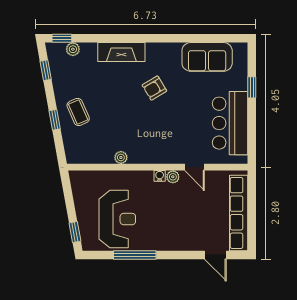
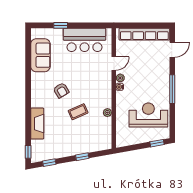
plant: (73, 49) -> (35, 145), removed
fireplace: (121, 52) -> (37, 124), moved
coffee table: (78, 112) -> (78, 112), moved
window: (135, 255) -> (172, 89), moved

